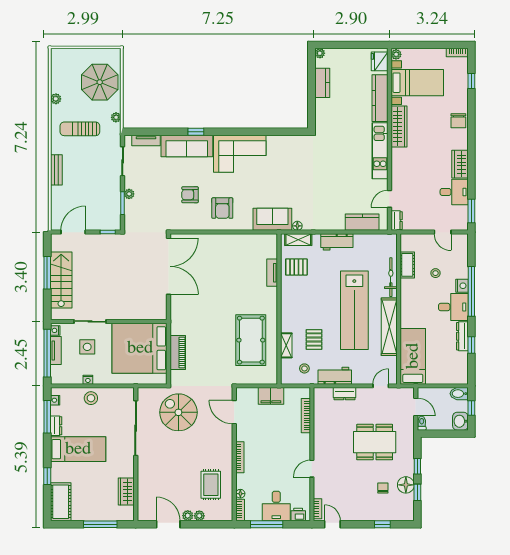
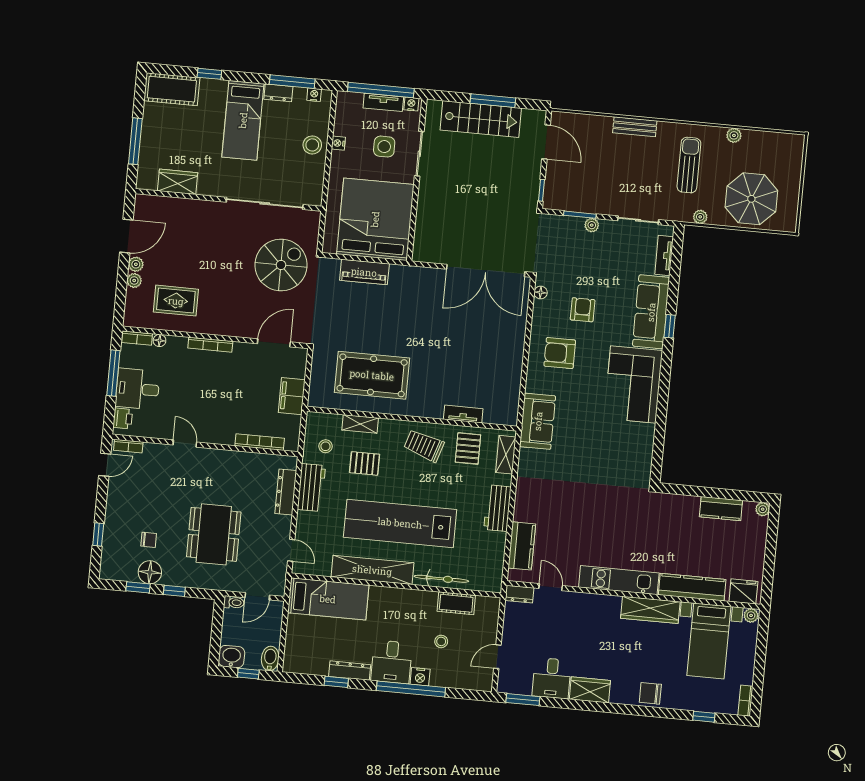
floor lamp: (297, 226) -> (541, 293), moved
trolley: (297, 298) -> (424, 446), added
dresser: (345, 394) -> (286, 492), width x1.44

